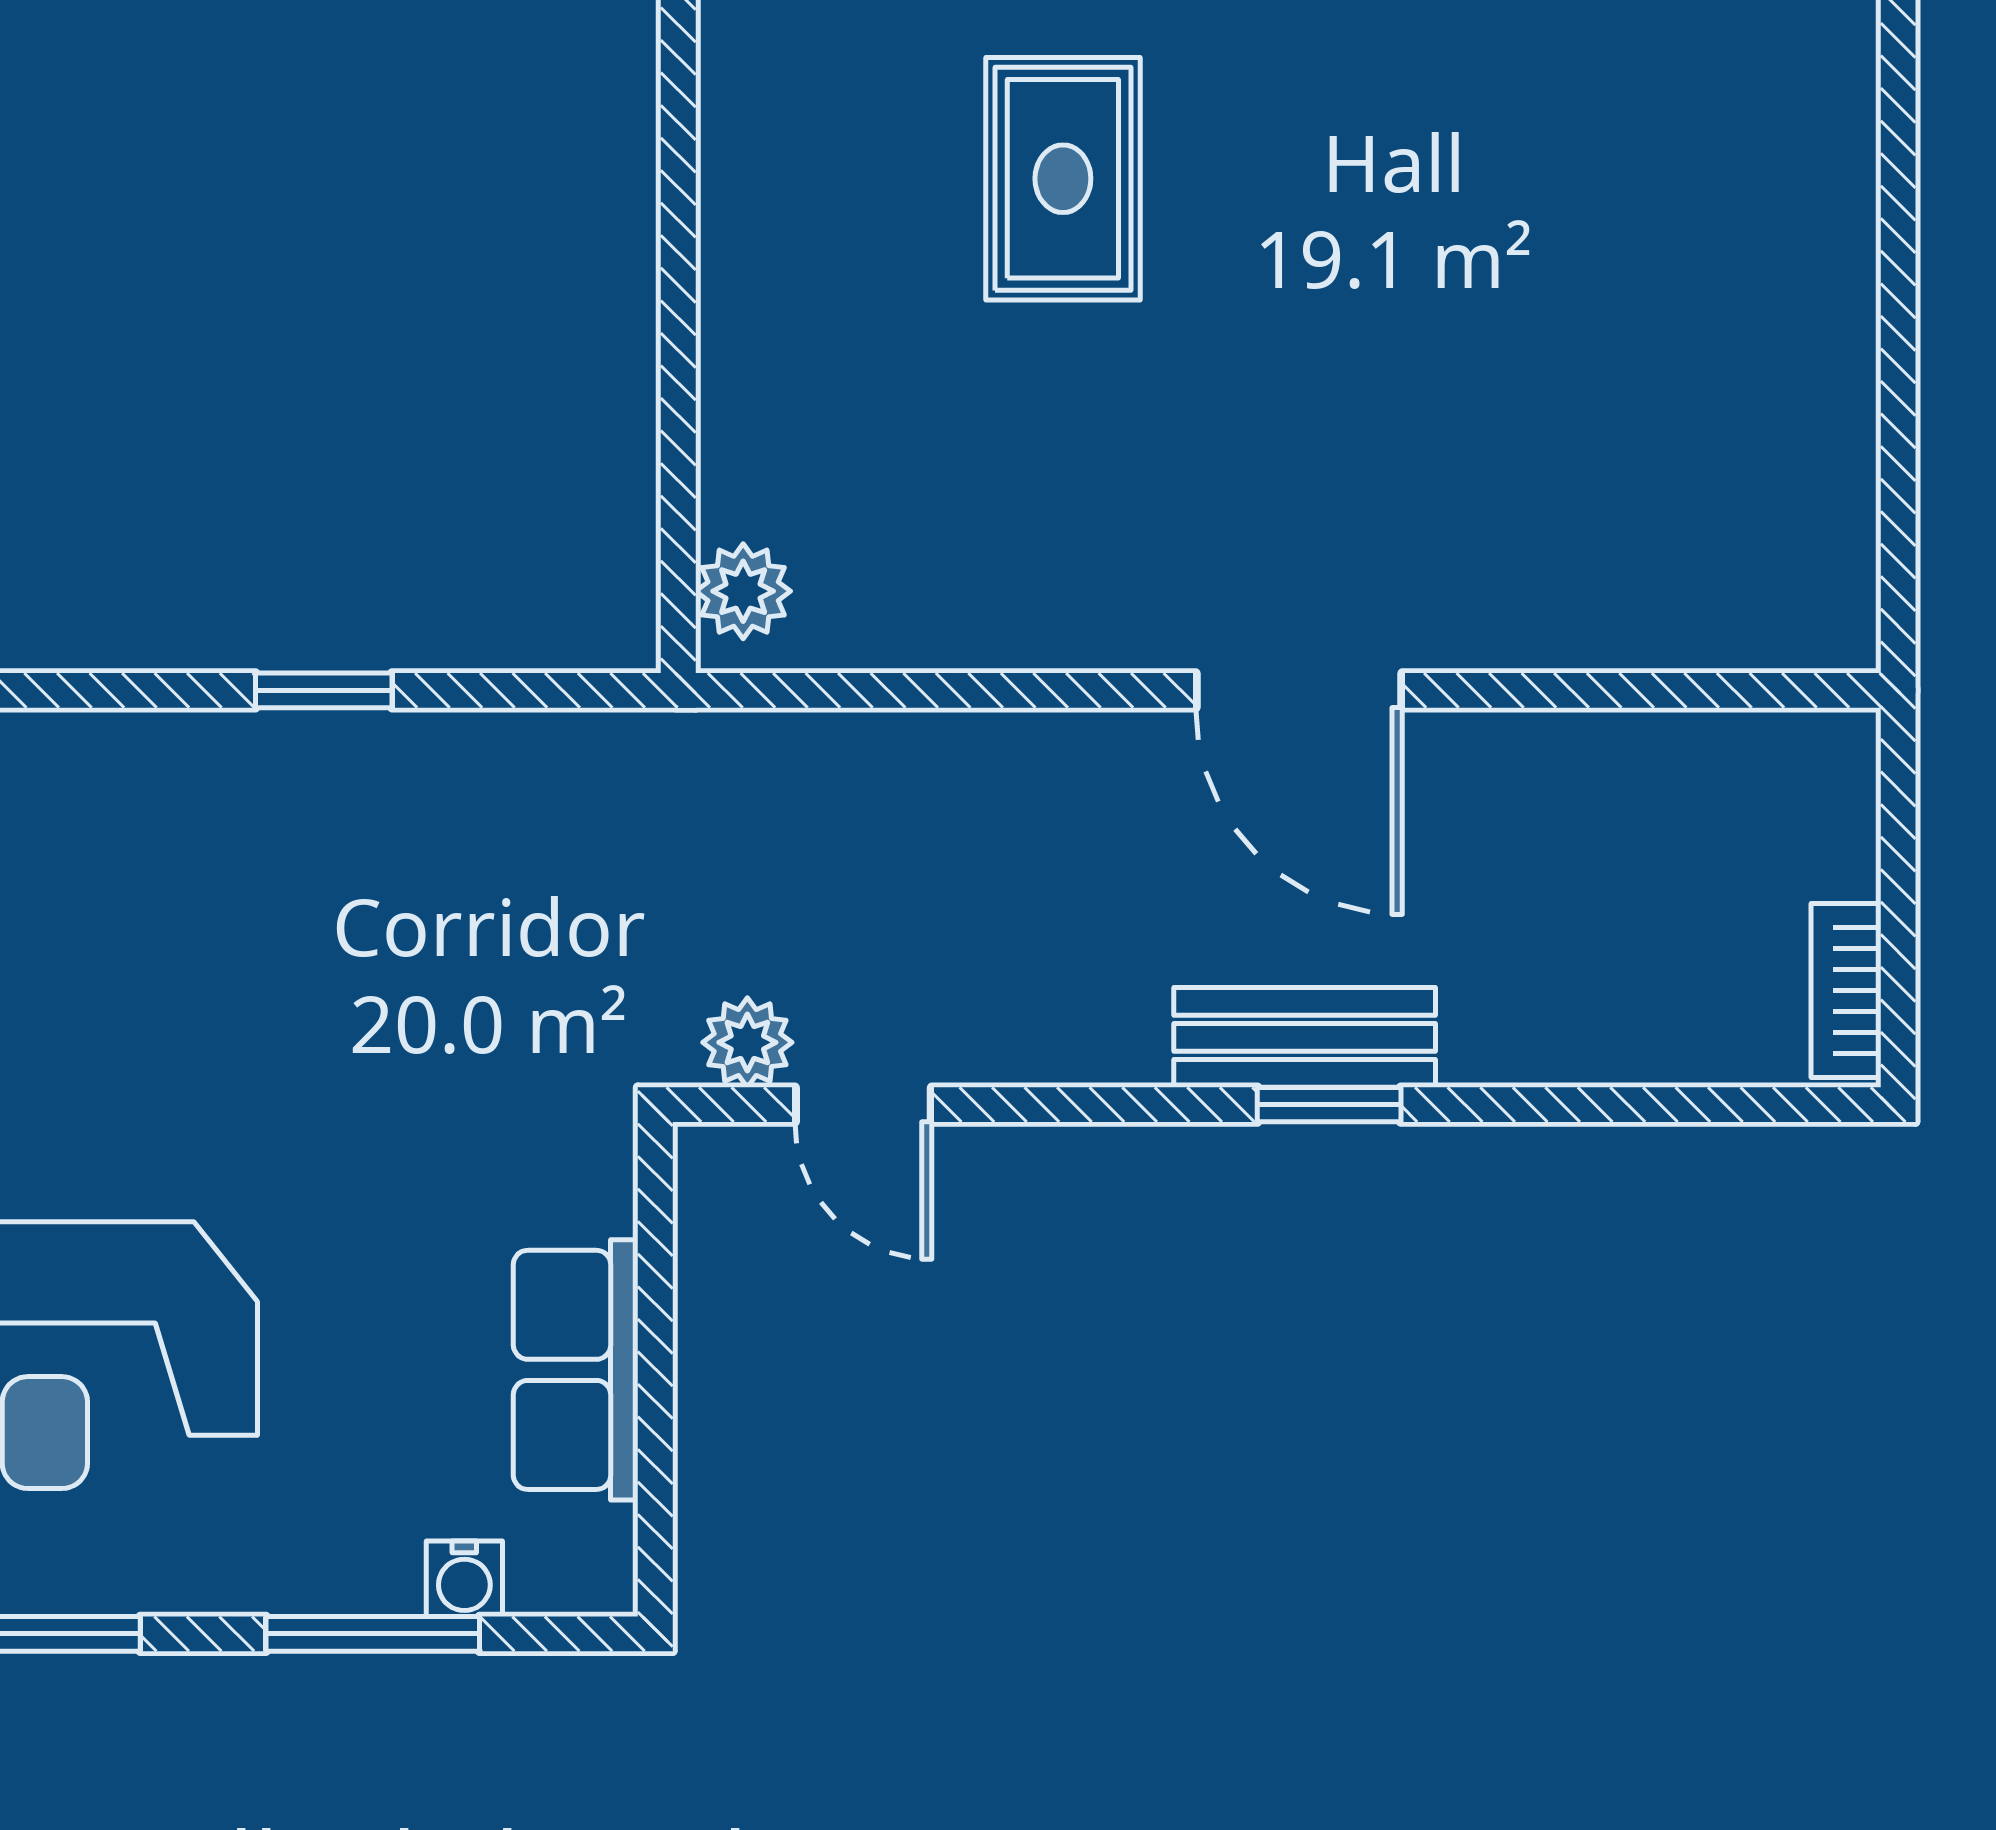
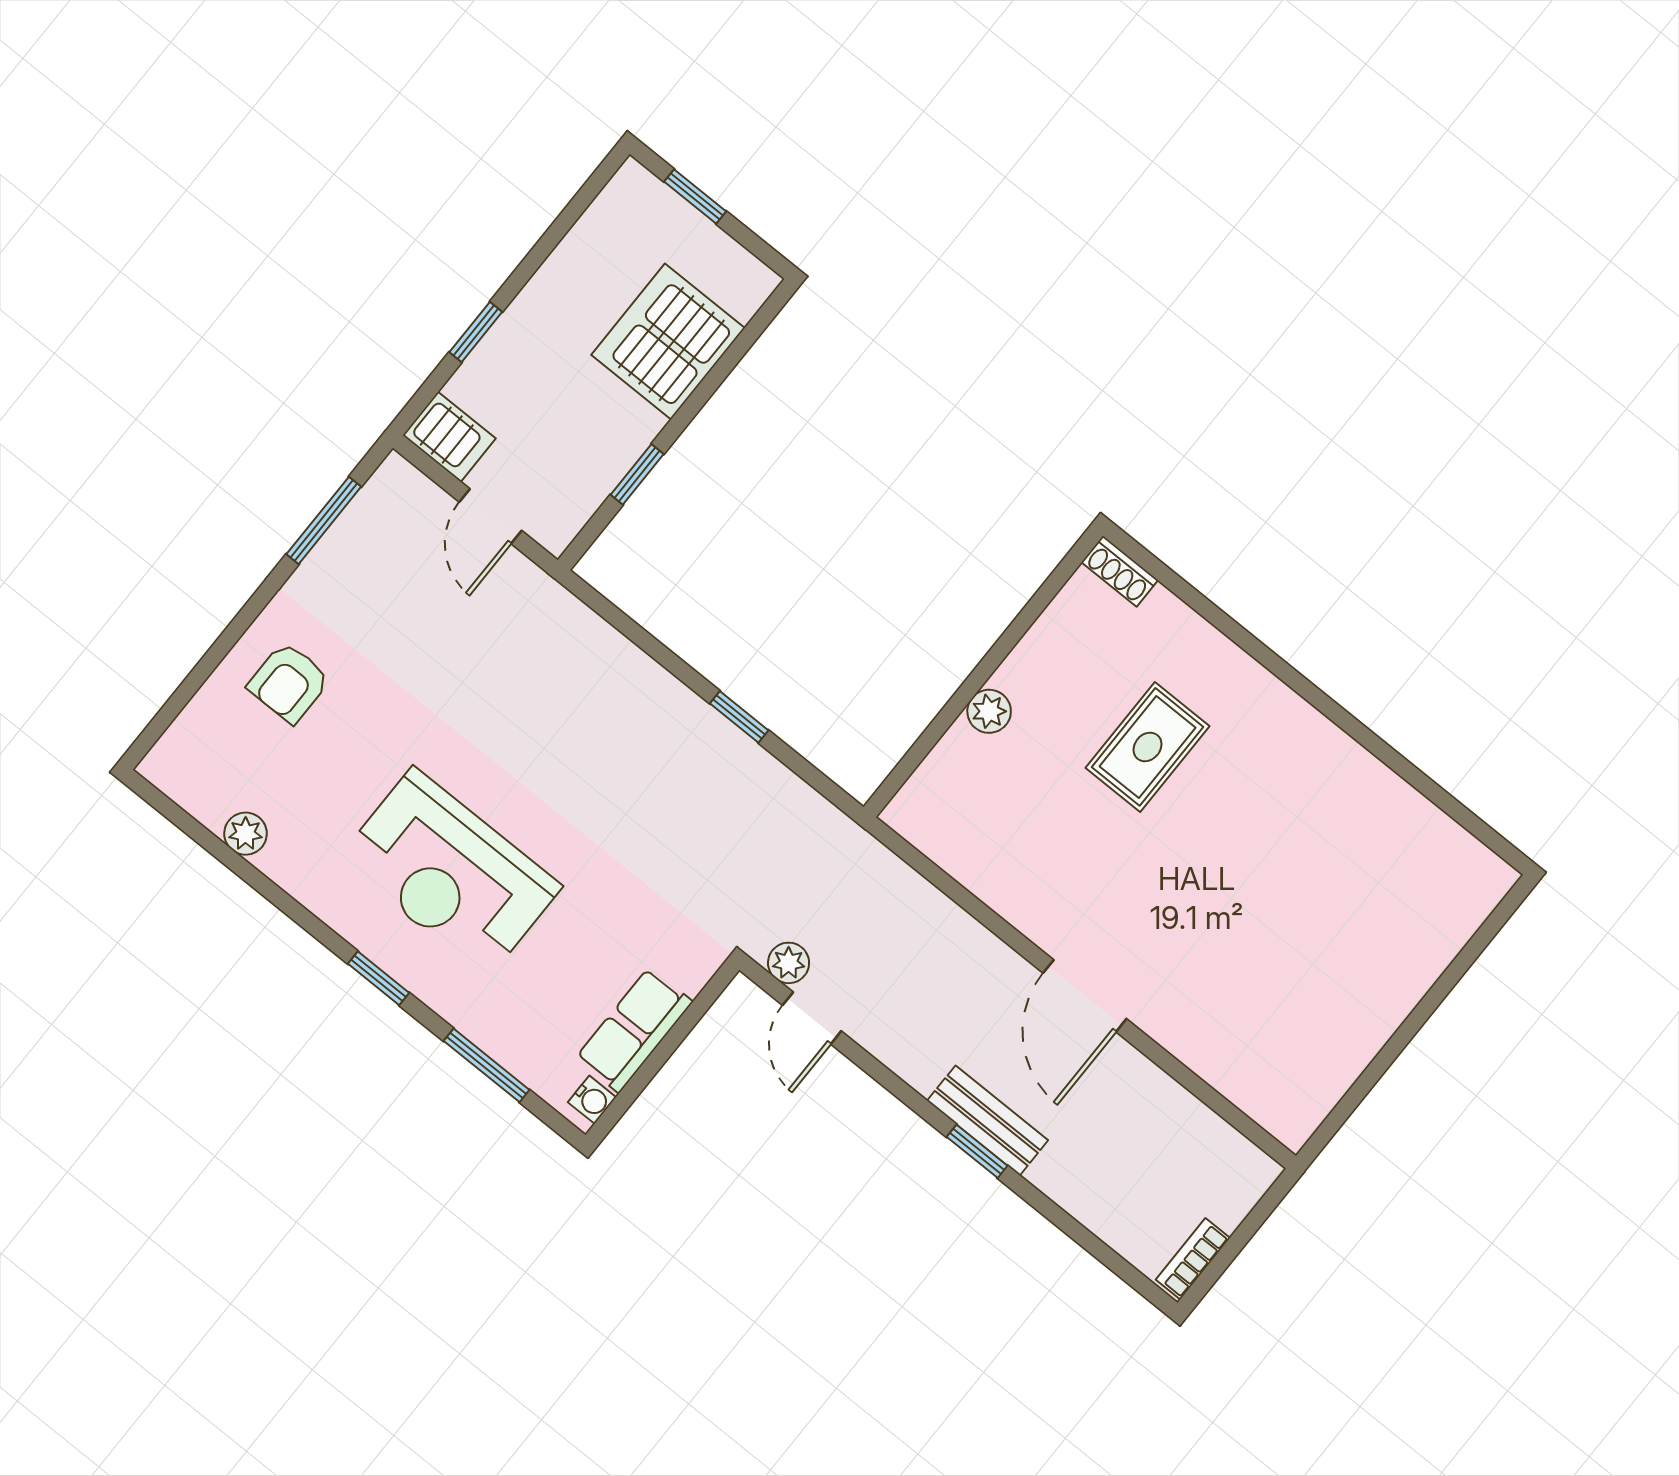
plant: (743, 591) -> (989, 711), moved
water cooler: (464, 1579) -> (592, 1100), moved, turned -90

